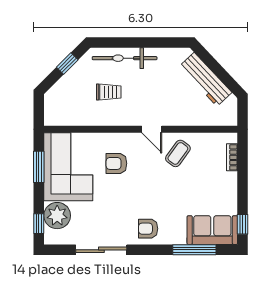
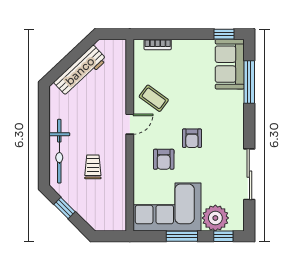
window: (39, 167) -> (182, 236), moved
armchair: (148, 229) -> (192, 138), moved

